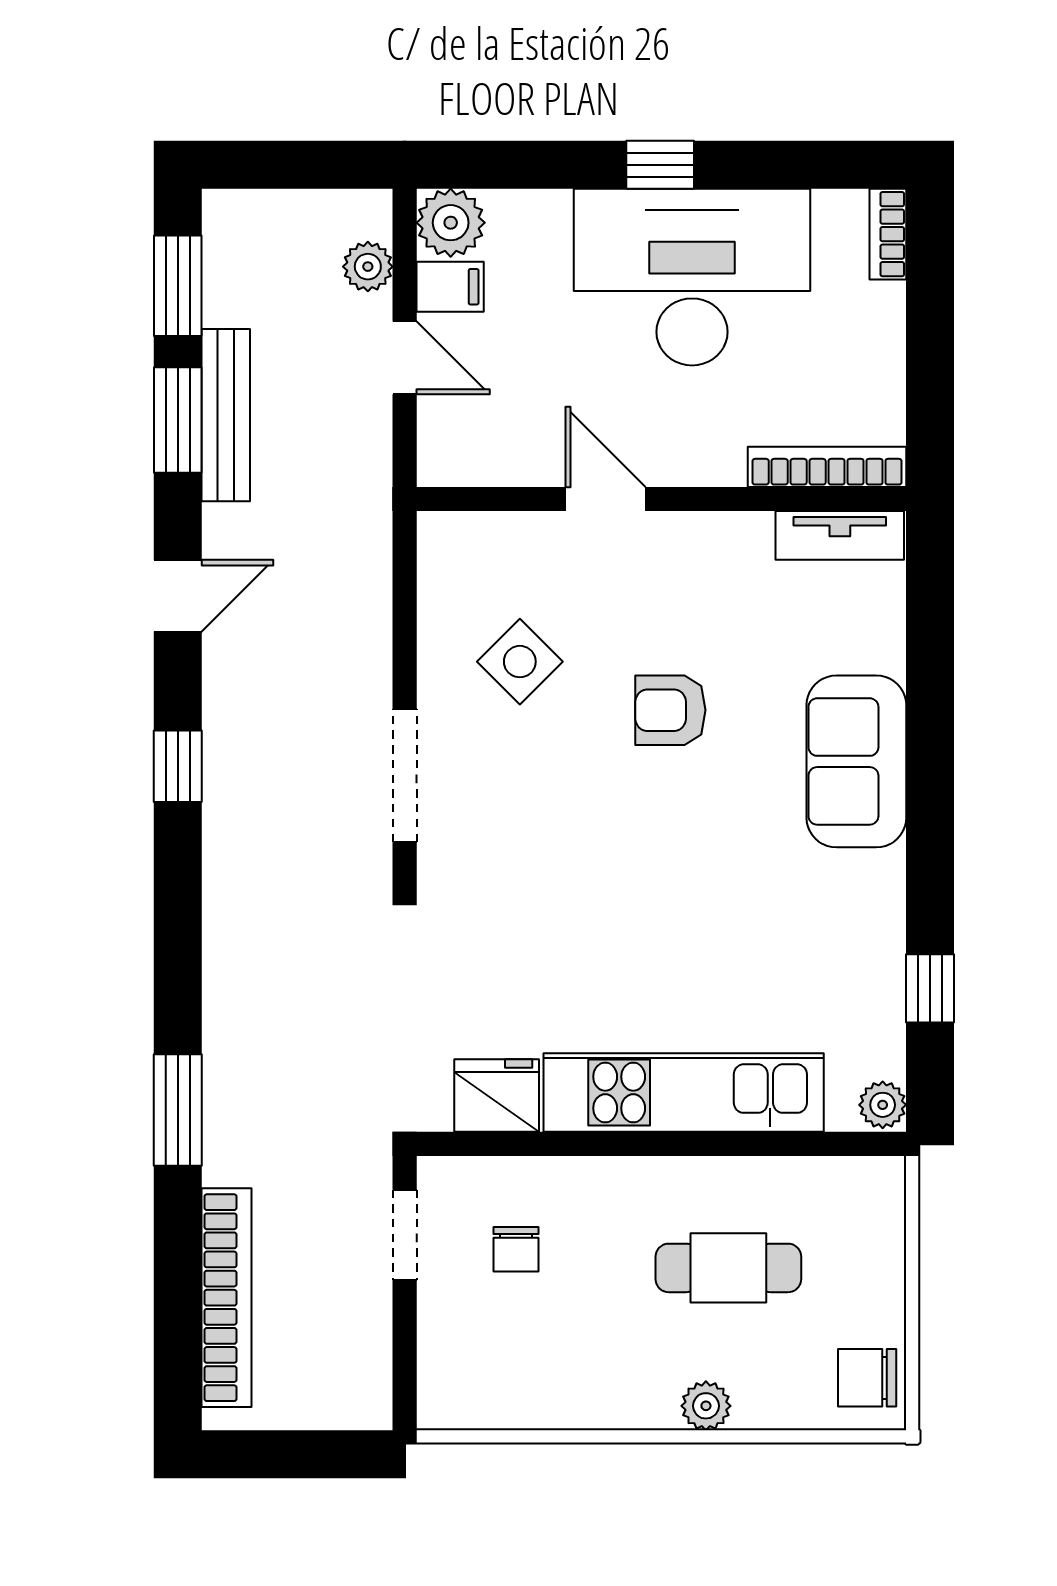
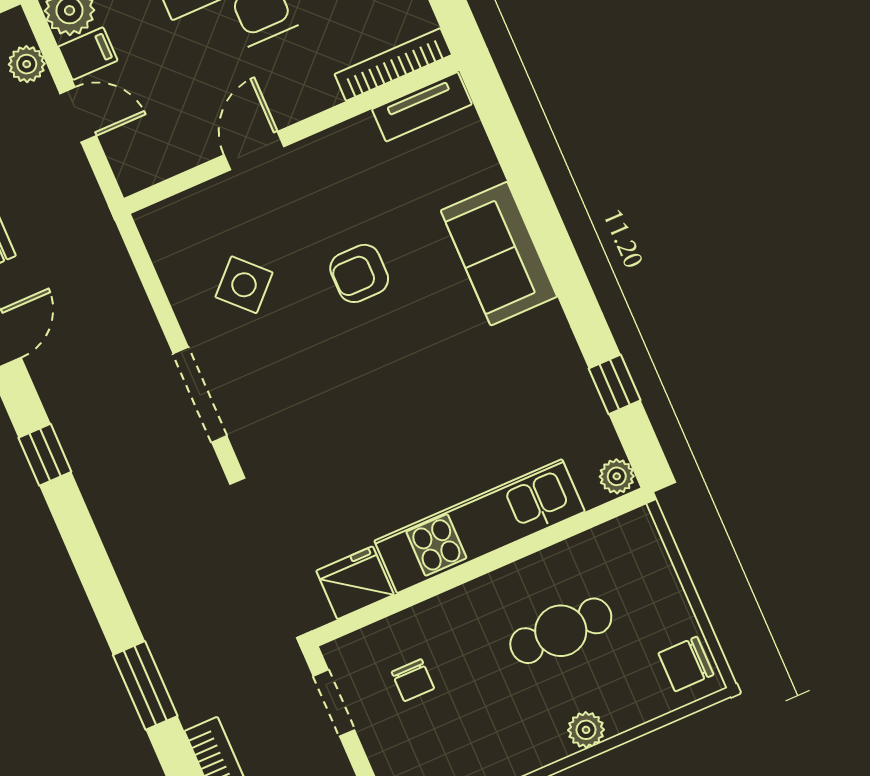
door: (605, 499) -> (254, 151), hinge flipped

